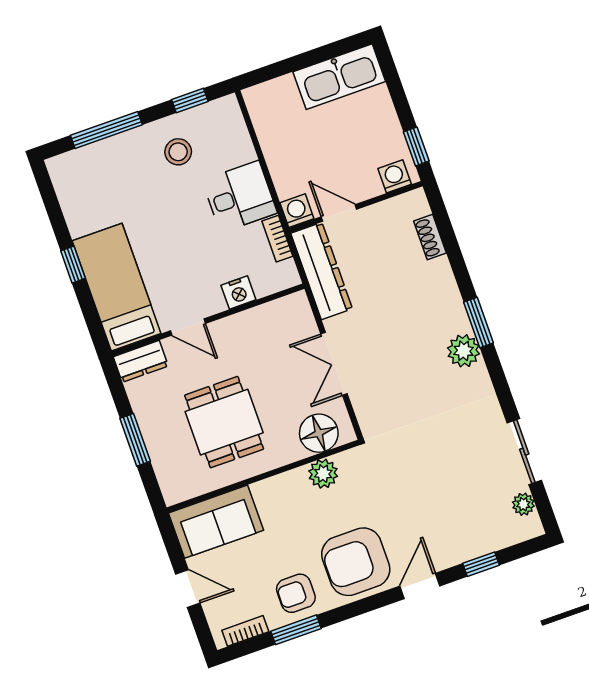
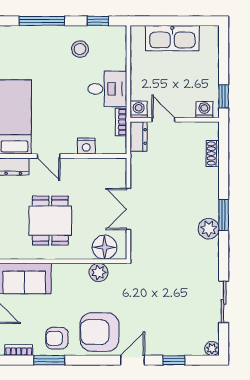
kitchen sink: (339, 77) -> (172, 38), moved
dresser: (322, 271) -> (139, 136), width x0.51, depth x0.80
plant: (523, 504) -> (212, 348), moved

